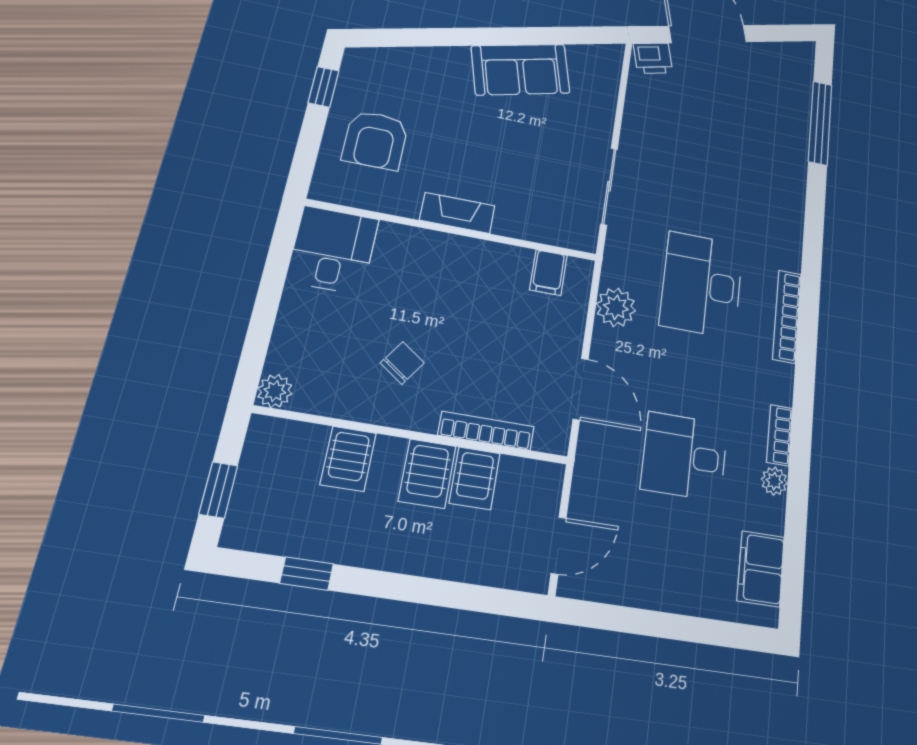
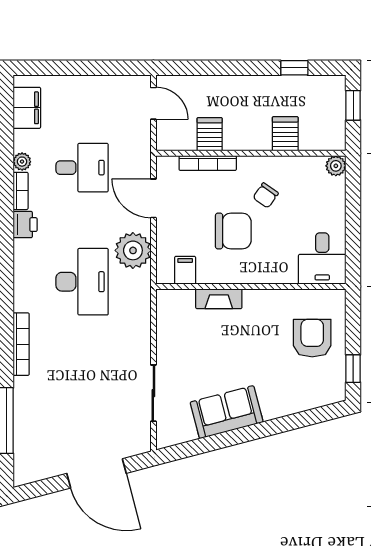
printer: (653, 58) -> (25, 225), moved, turned 105
sliding door: (609, 186) -> (153, 393), moved
fireplace: (457, 213) -> (219, 299), moved
plant: (616, 307) -> (133, 250), width x1.36, depth x1.36
bookcase: (787, 316) -> (21, 344), moved
chair: (465, 317) -> (233, 231), added
server rack: (427, 474) -> (238, 133), removed
door: (559, 546) -> (153, 103), swing flipped

